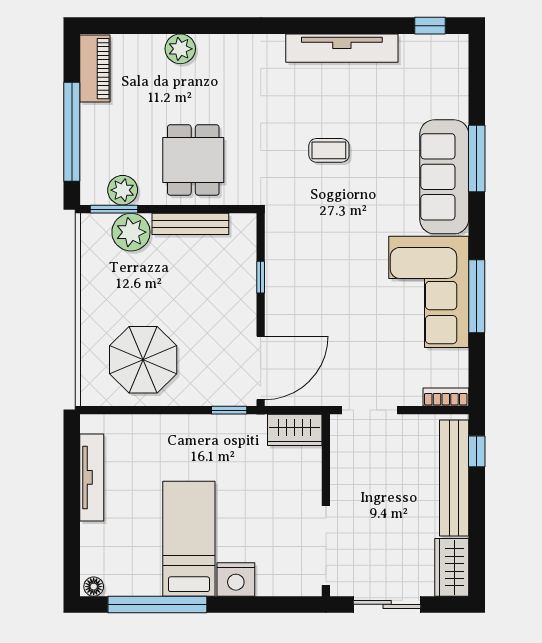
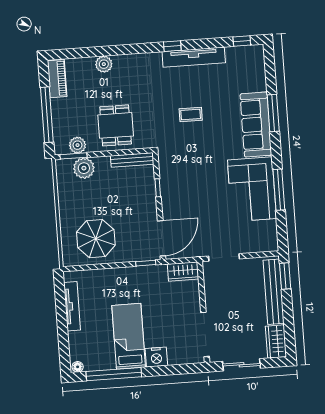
window: (305, 26) -> (172, 46), added
bench: (190, 224) -> (132, 160), moved
bookcase: (446, 397) -> (266, 247), removed
window: (477, 451) -> (285, 276), width x1.50

